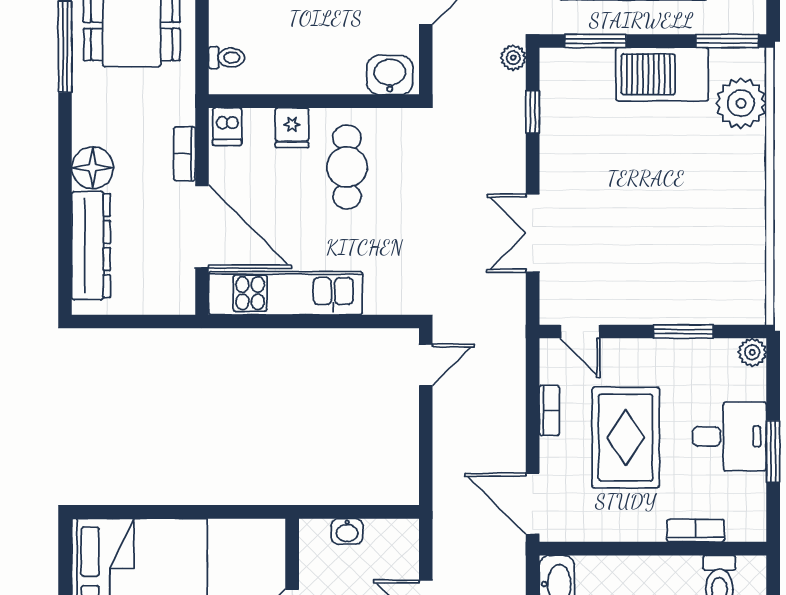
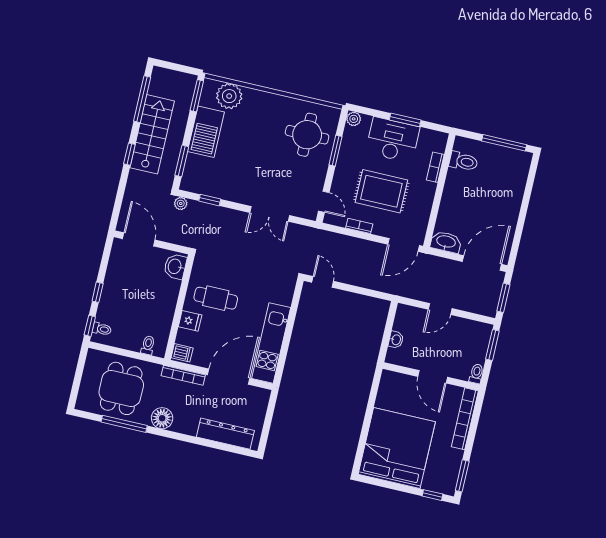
bookcase: (184, 154) -> (183, 375), width x1.56
floor lamp: (93, 168) -> (162, 418), moved
round table: (701, 270) -> (307, 135), added
door: (580, 332) -> (324, 202), hinge flipped
desk: (729, 436) -> (393, 140), width x1.37

